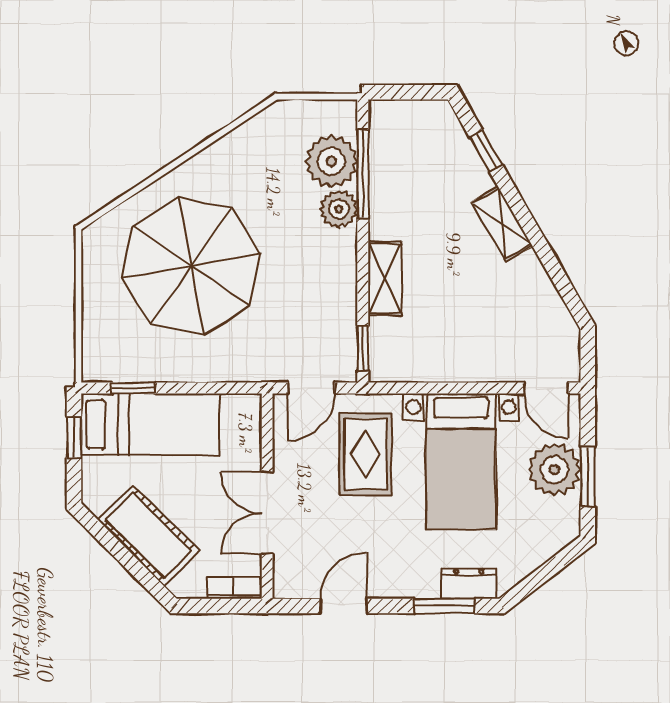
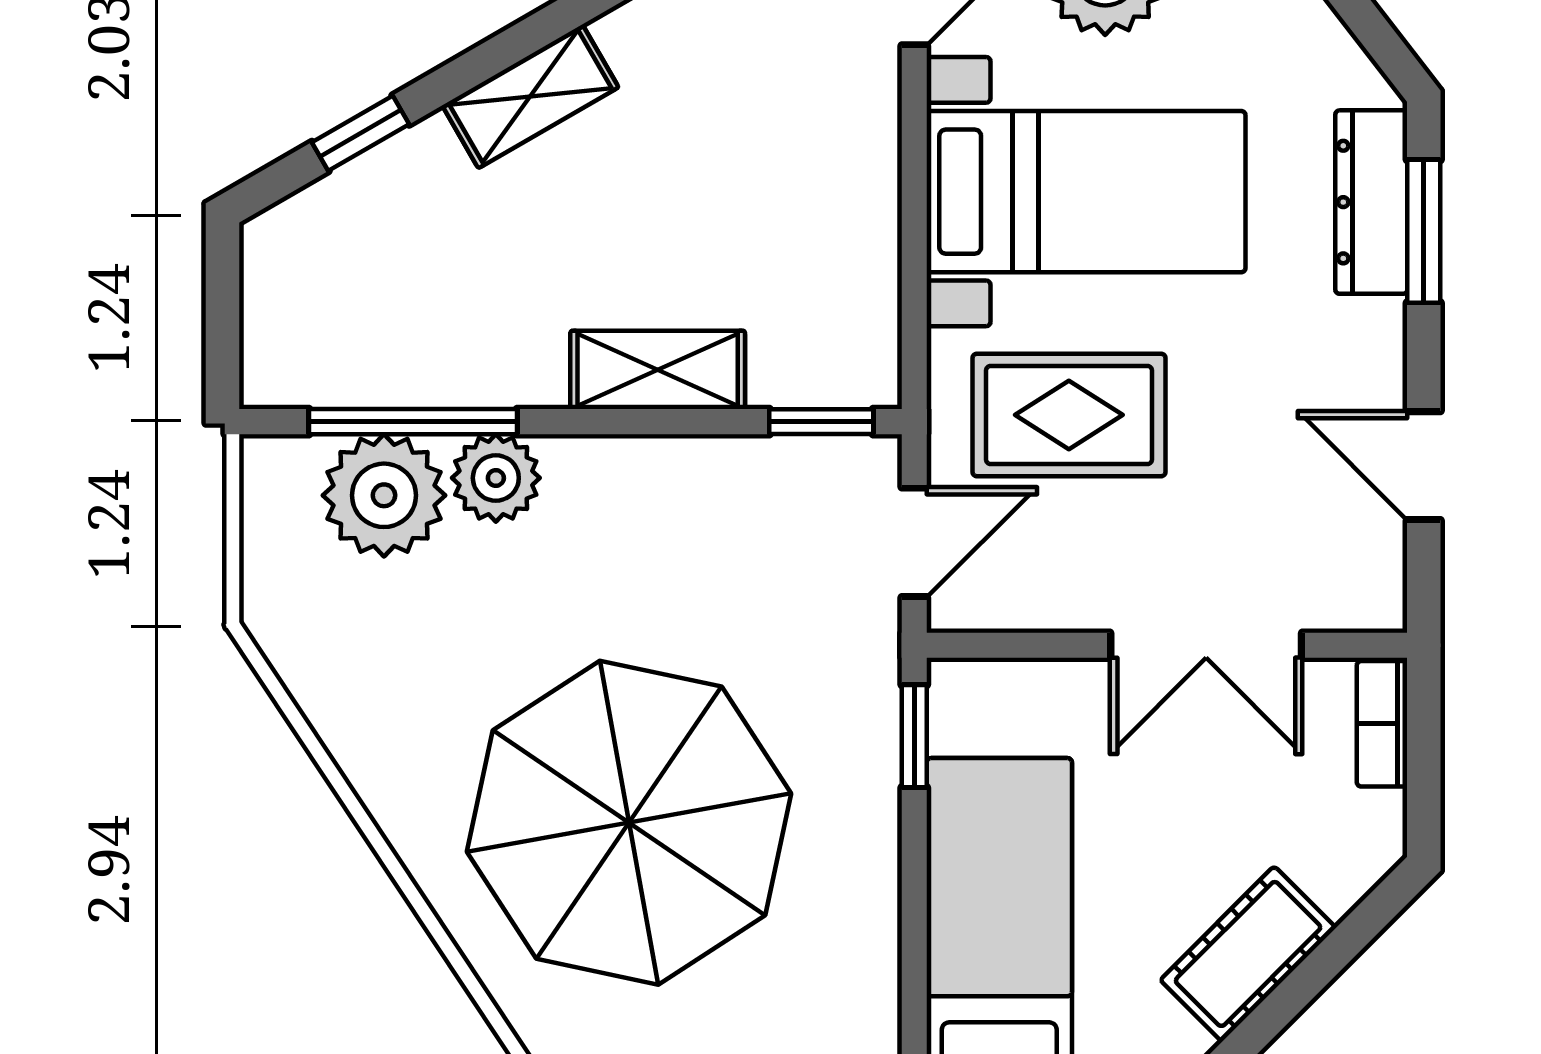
window: (133, 388) -> (914, 736), moved
door: (311, 388) -> (914, 542), hinge flipped
cot: (149, 535) -> (1248, 954), width x0.73, depth x0.75
dresser: (469, 583) -> (1371, 202), width x1.44

